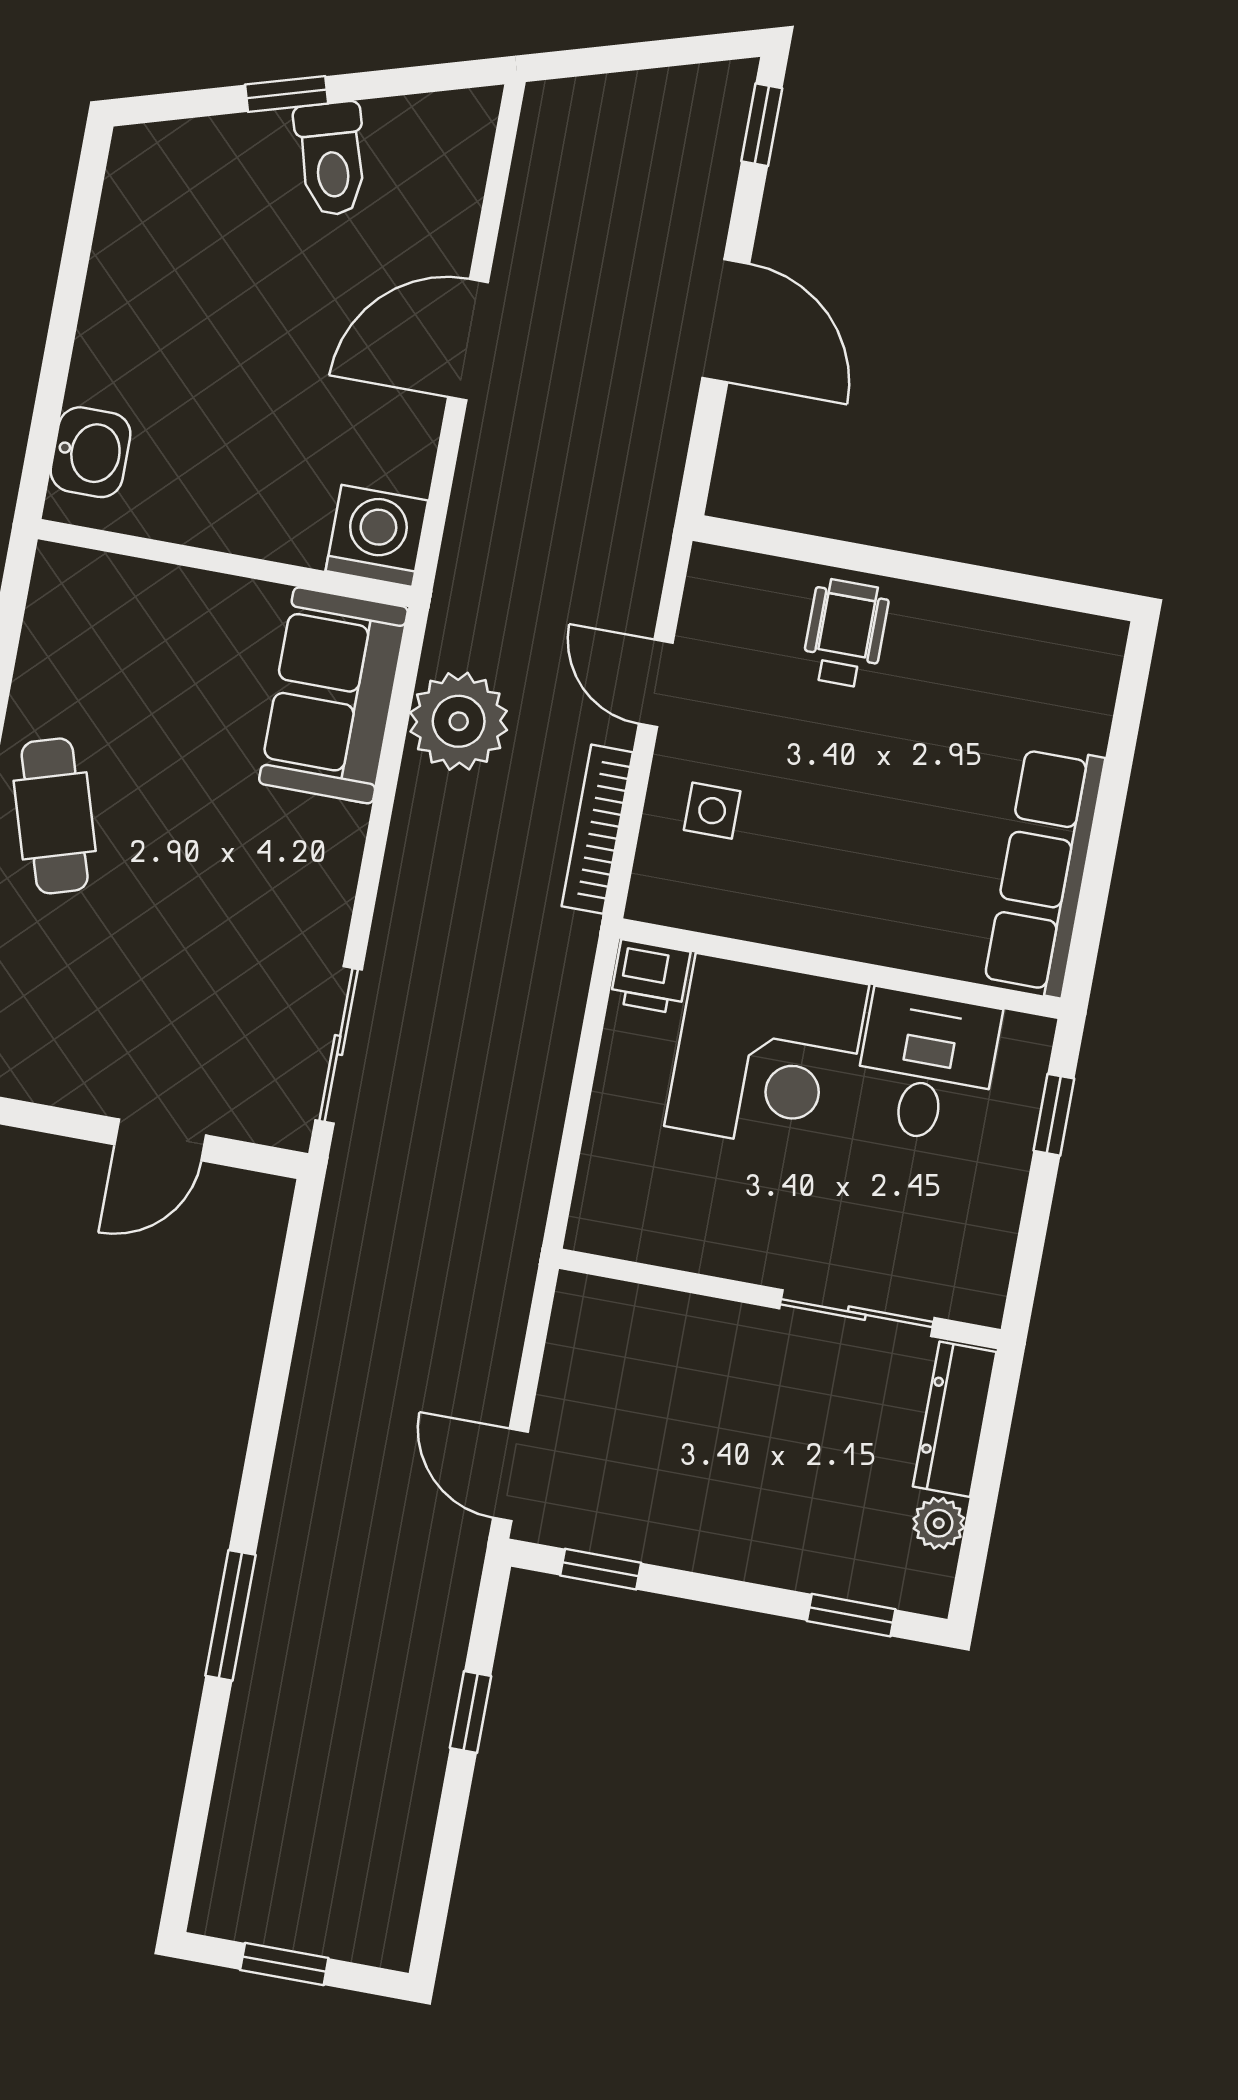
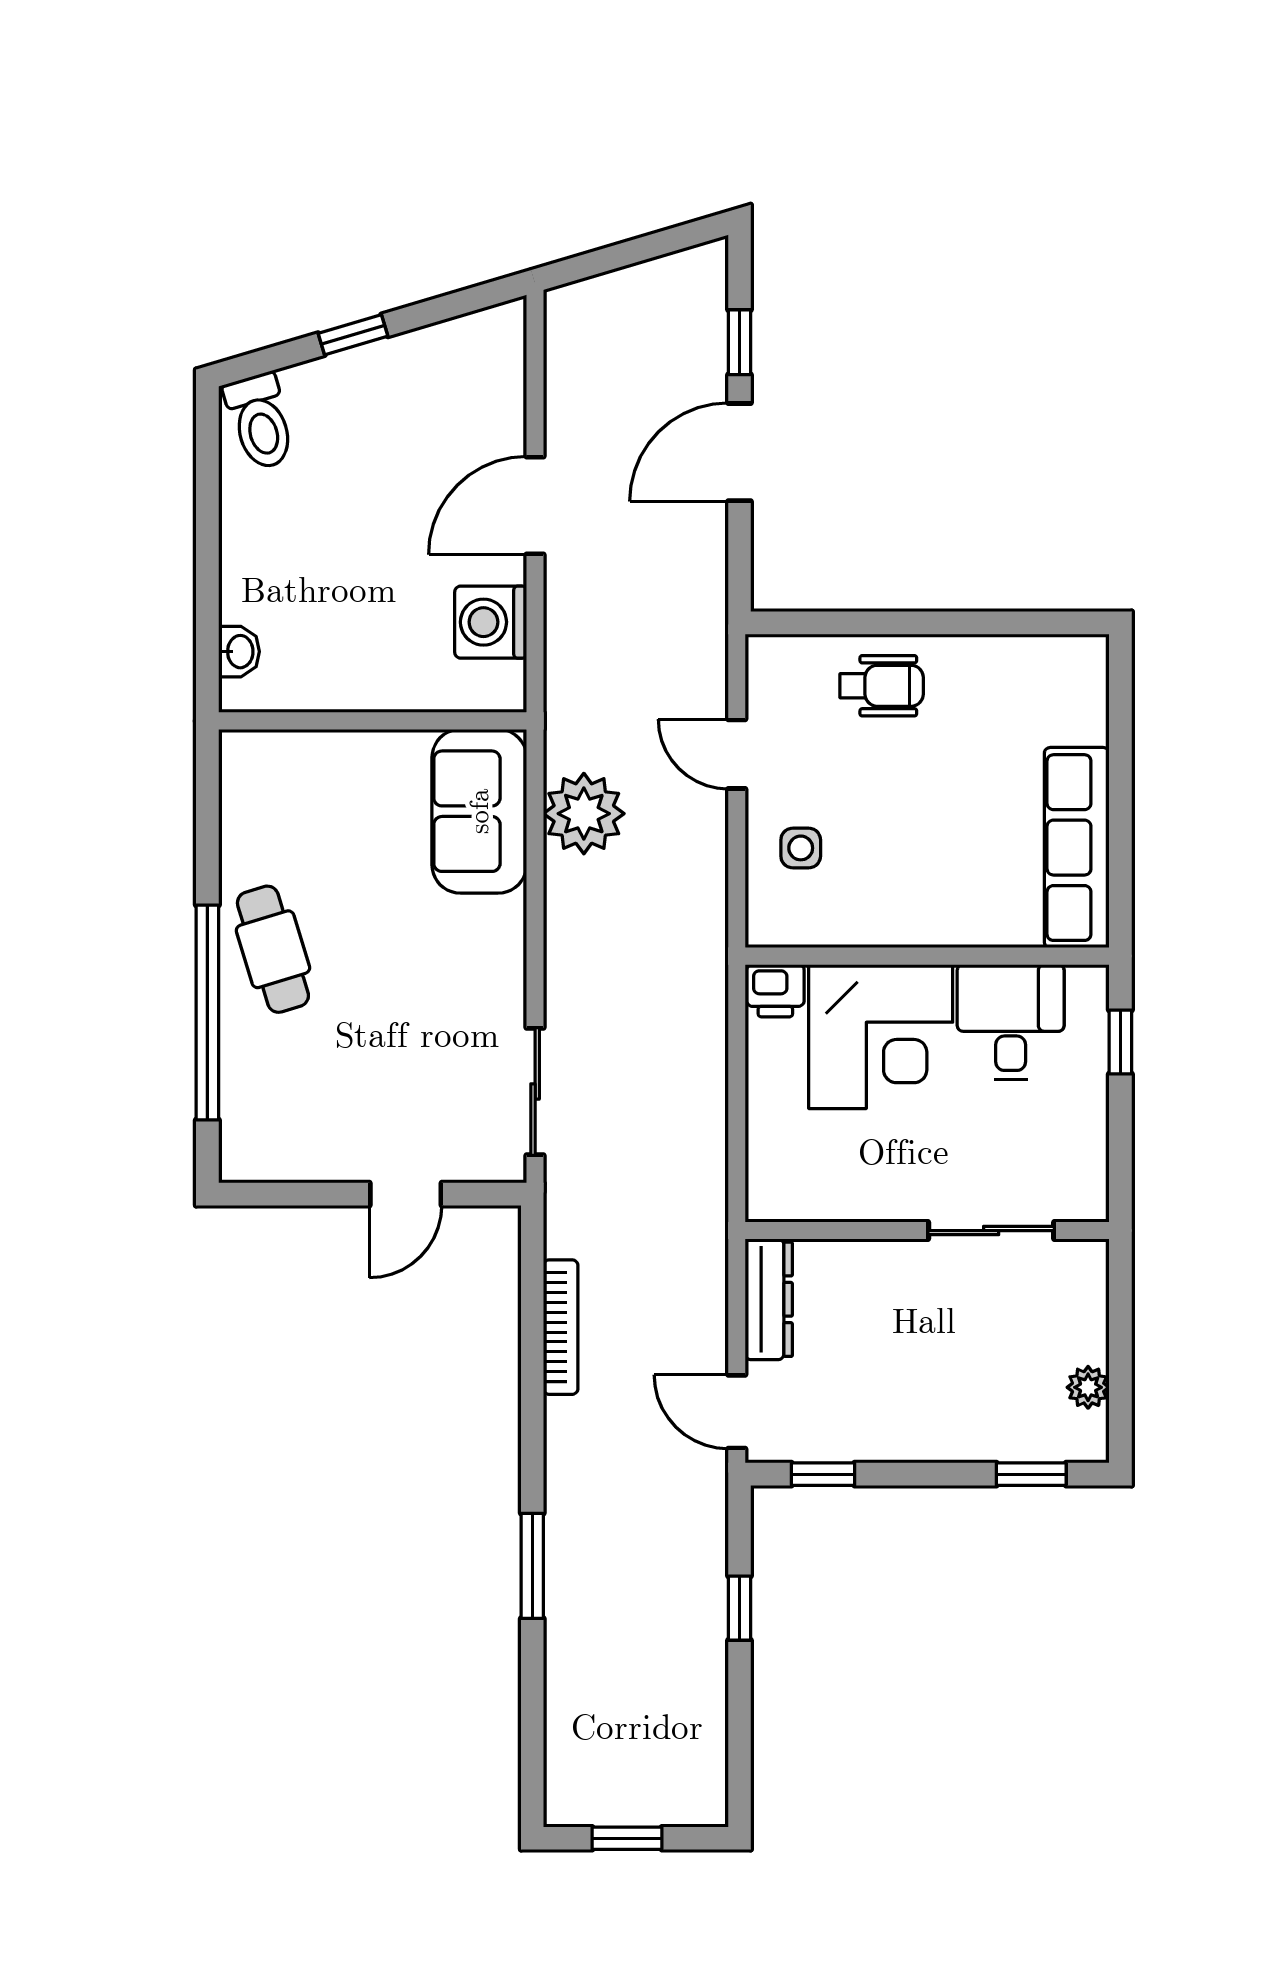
window: (762, 125) -> (739, 342), moved
toilet: (332, 159) -> (260, 421), moved
door: (726, 321) -> (739, 452), swing flipped
washbasin: (91, 452) -> (239, 652), width x0.72, depth x0.69
washing machine: (377, 536) -> (491, 622), moved, turned -90
wheelchair: (845, 633) -> (882, 686), turned 90
bookcase: (597, 829) -> (561, 1327), moved, turned 180
dresser: (955, 1419) -> (769, 1299), moved, turned 180

